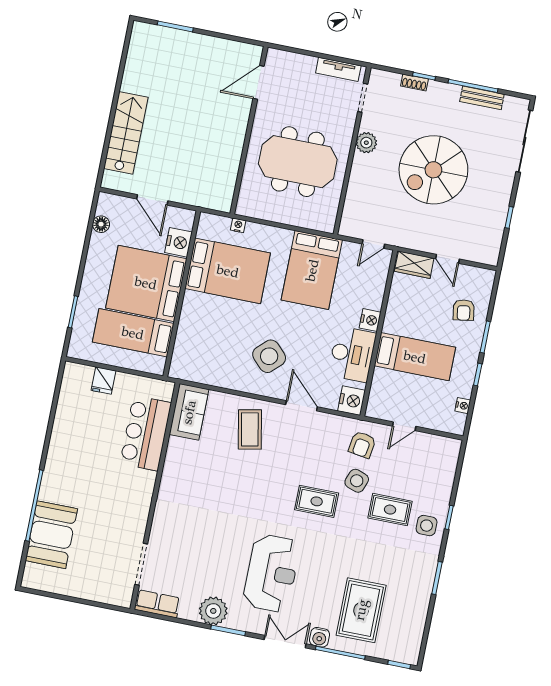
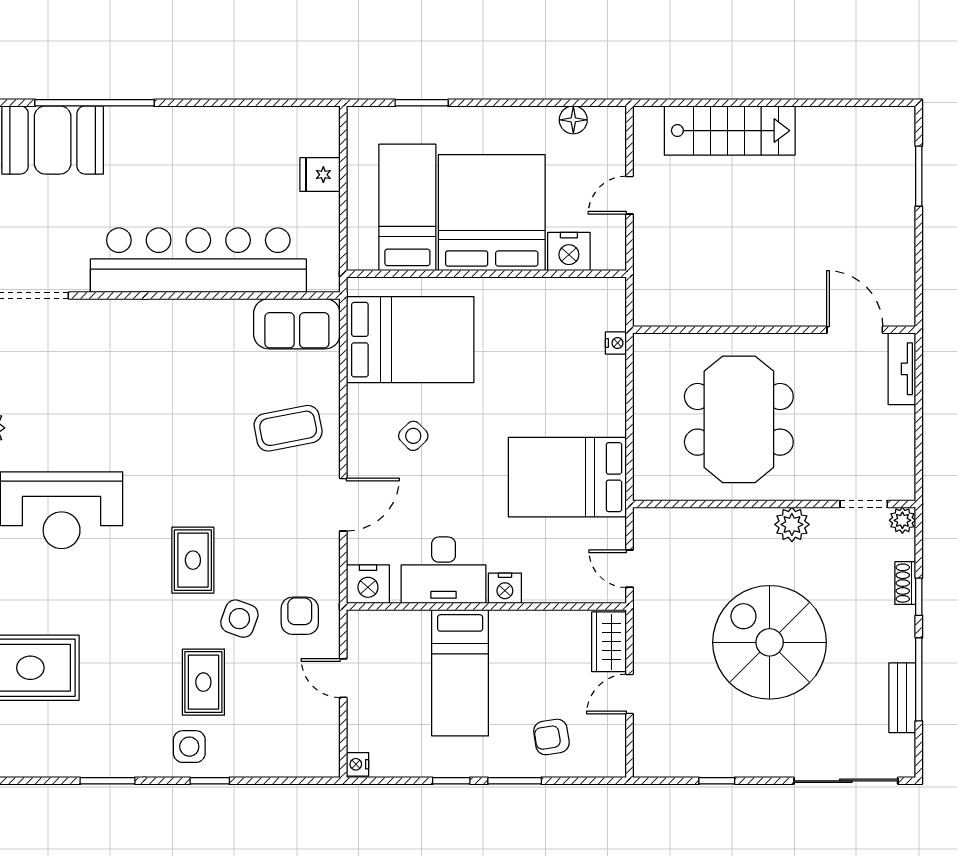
tv unit: (338, 69) -> (902, 369), moved
plant: (377, 77) -> (902, 520), added
door: (152, 200) -> (629, 195), width x0.73
bed: (228, 271) -> (410, 340), moved, turned -90
side table: (269, 356) -> (413, 436), width x0.54, depth x0.54
nightstand: (463, 406) -> (358, 764), moved, turned 90
bar counter: (146, 433) -> (198, 260), width x1.86
armchair: (362, 445) -> (300, 616), turned 81

